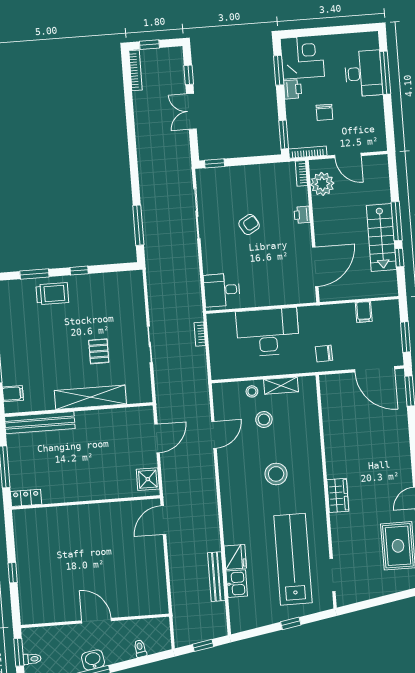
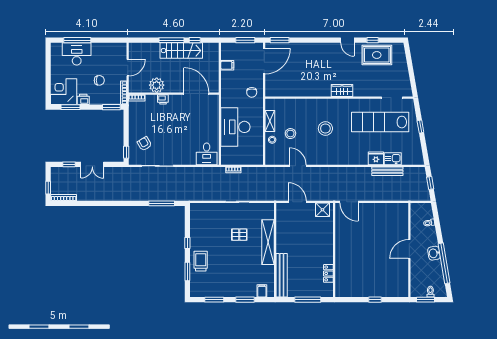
plant: (322, 184) -> (157, 85), moved
armchair: (249, 225) -> (144, 144), moved
locker: (26, 498) -> (328, 273), moved

